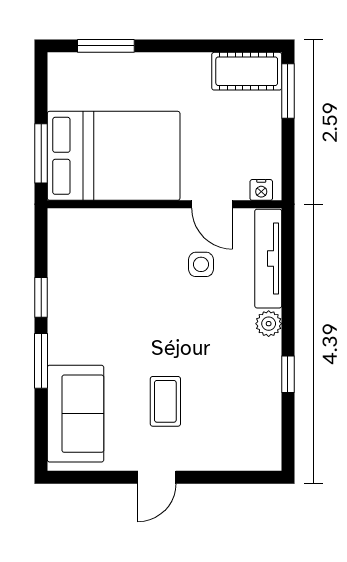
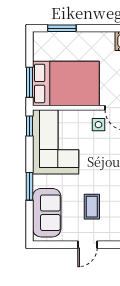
side table: (201, 264) -> (98, 125), moved
corner sofa: (93, 272) -> (56, 142), added
window: (41, 297) -> (29, 126), moved

